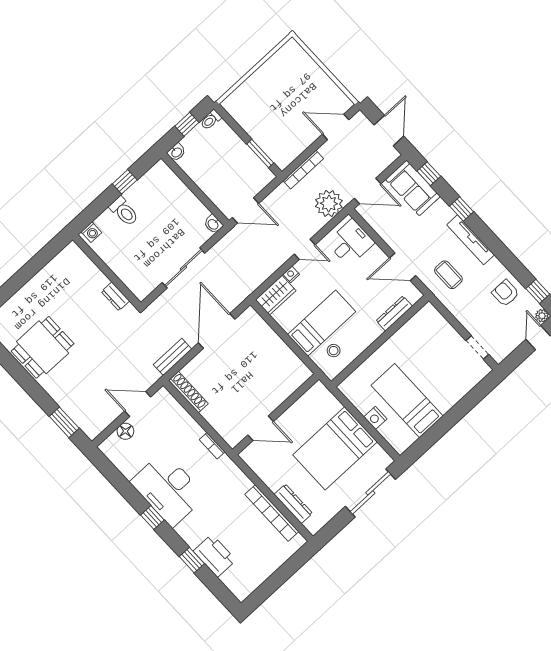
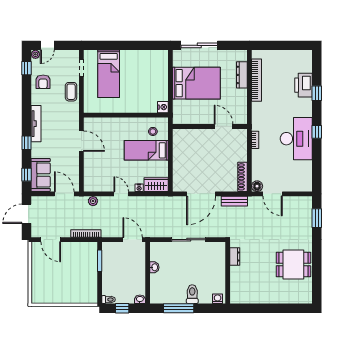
window: (125, 182) -> (179, 308), width x2.17
plant: (329, 203) -> (93, 201), width x0.53, depth x0.53
washbasin: (213, 224) -> (154, 267), moved
desk: (351, 243) -> (96, 176), removed
coffee table: (448, 275) -> (71, 92), moved
dresser: (394, 313) -> (107, 122), removed
bed: (407, 401) -> (109, 74), moved
nightstand: (375, 418) -> (163, 107), moved
floor lamp: (125, 431) -> (257, 186), moved

